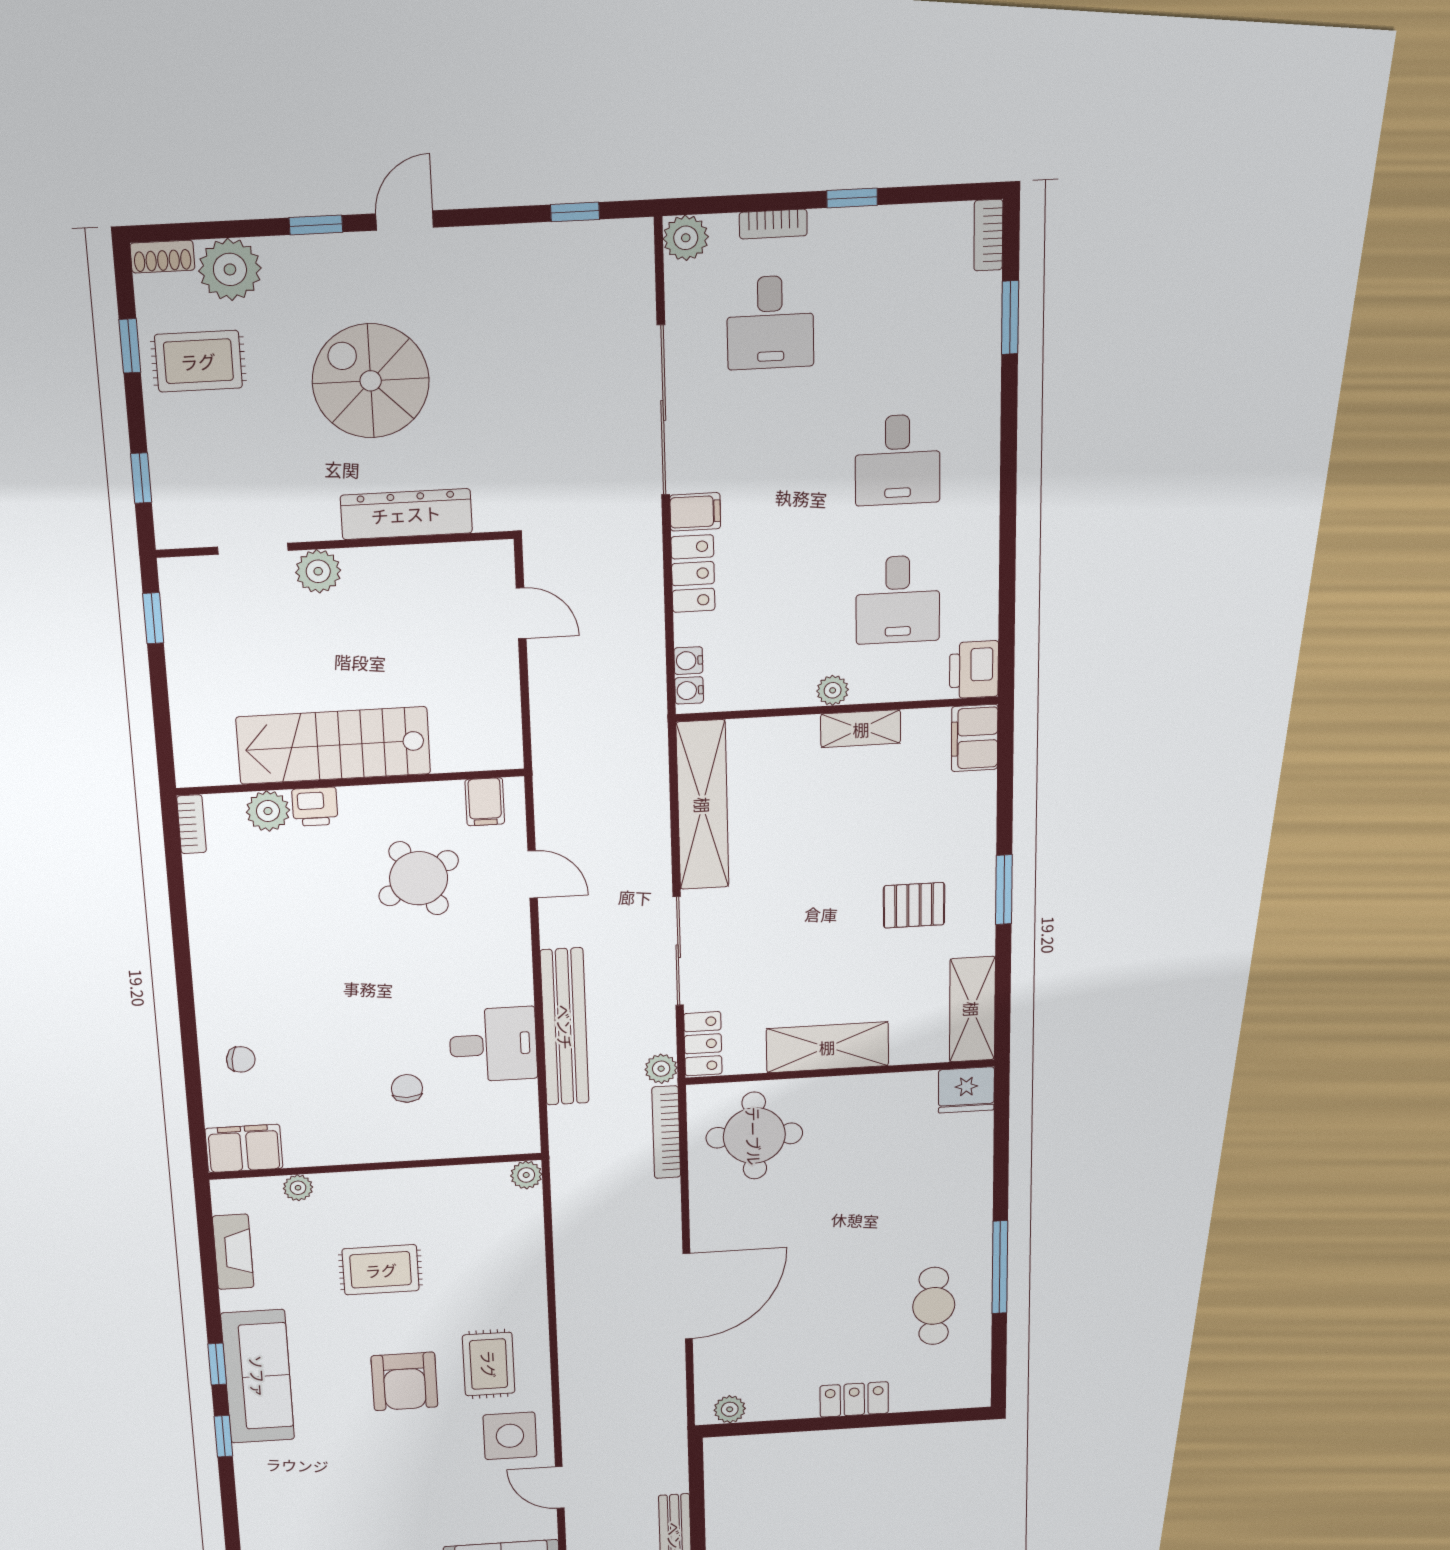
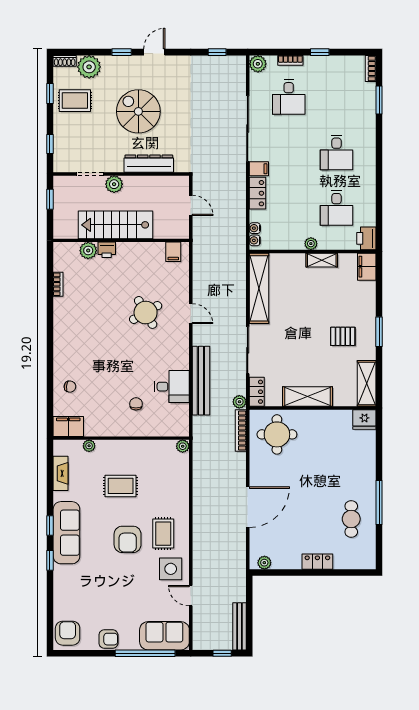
stairs: (333, 745) -> (115, 225), moved
wall: (350, 782) -> (121, 240), moved
filing cabinet: (485, 802) -> (173, 252), moved
printer: (315, 807) -> (107, 250), moved
plant: (268, 811) -> (88, 251), moved

